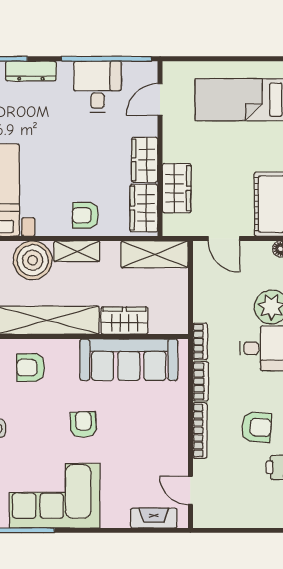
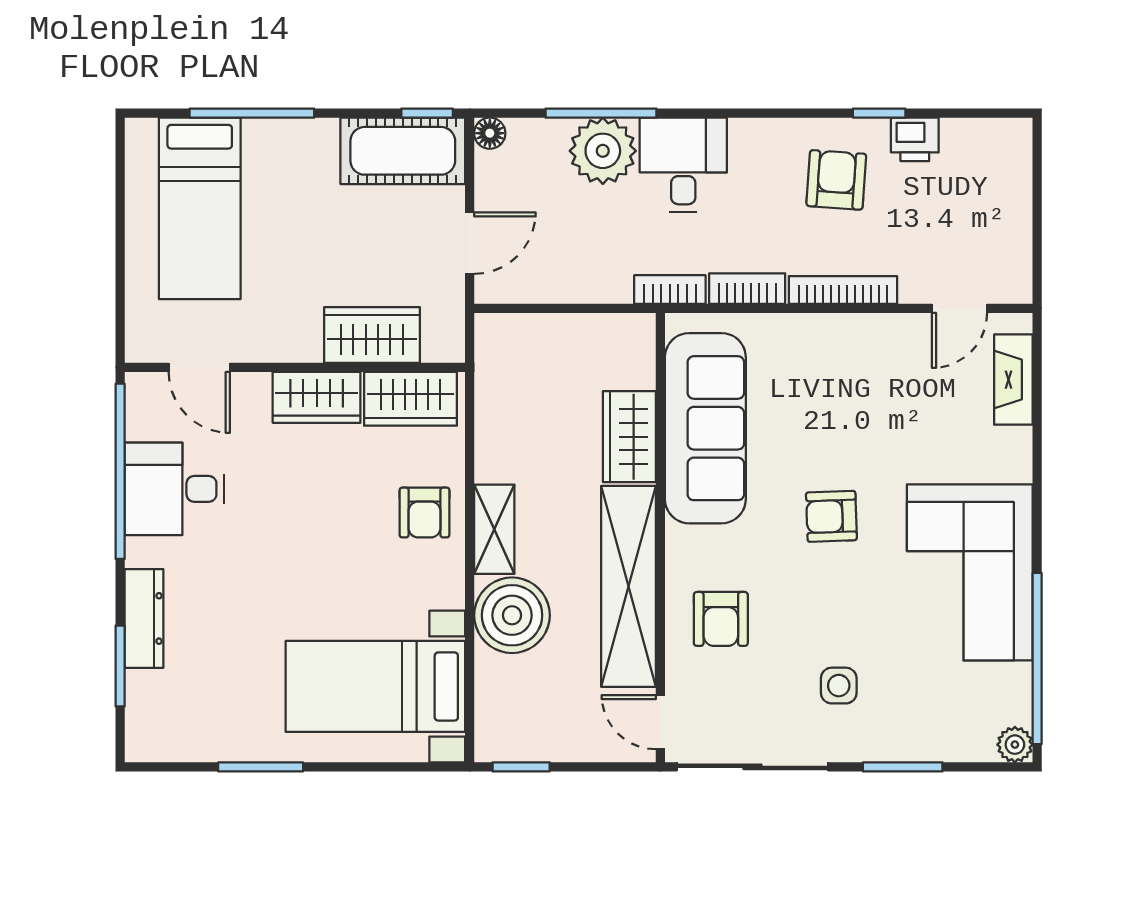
shelving: (154, 254) -> (500, 378), removed

